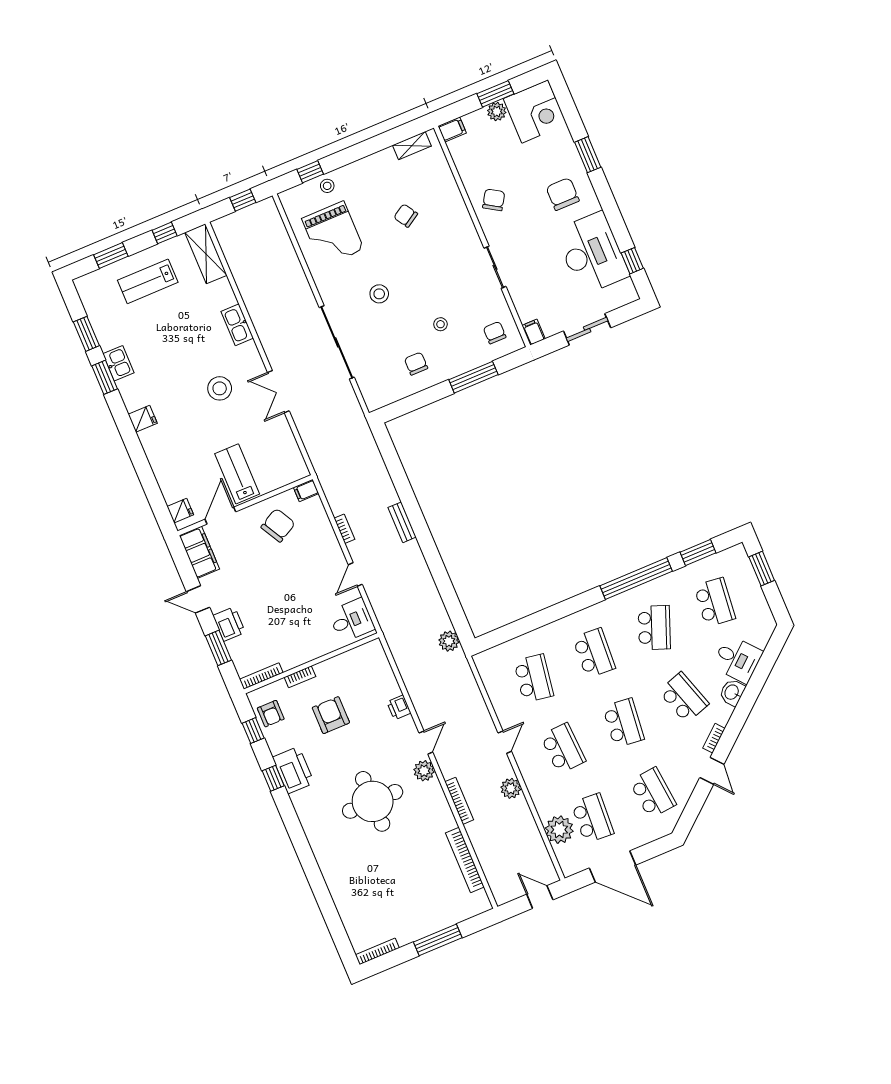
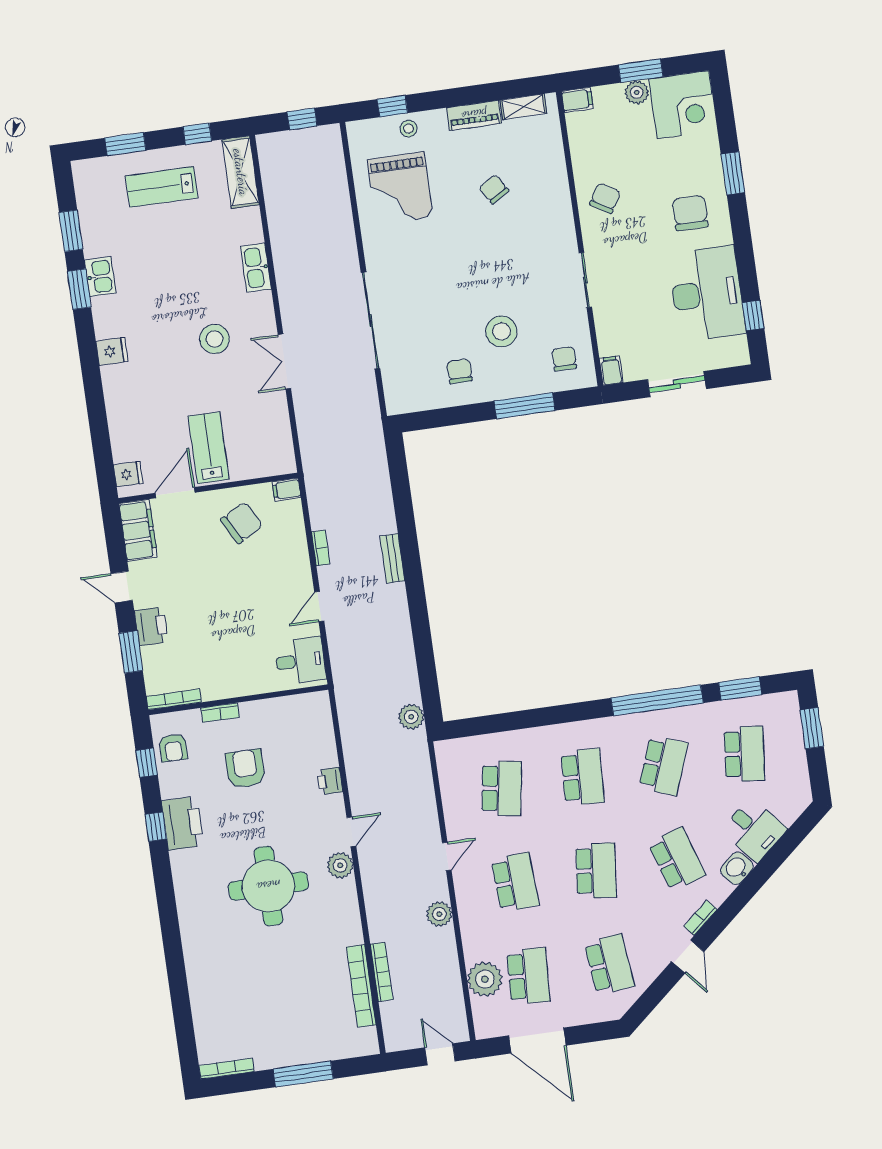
piano: (375, 162) -> (474, 115), added
stool: (379, 294) -> (437, 275), removed
stool: (440, 324) -> (501, 331), width x1.89, depth x1.89
bookcase: (459, 801) -> (382, 972), moved

